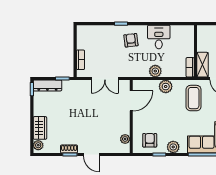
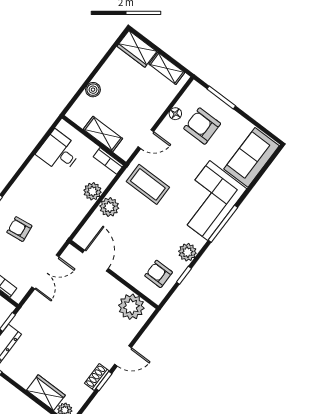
desk: (159, 37) -> (59, 152), moved
armchair: (131, 40) -> (19, 229), moved
shelving: (202, 65) -> (103, 134), moved
plant: (155, 71) -> (93, 191), moved
plant: (125, 139) -> (131, 307), width x1.88, depth x1.88

